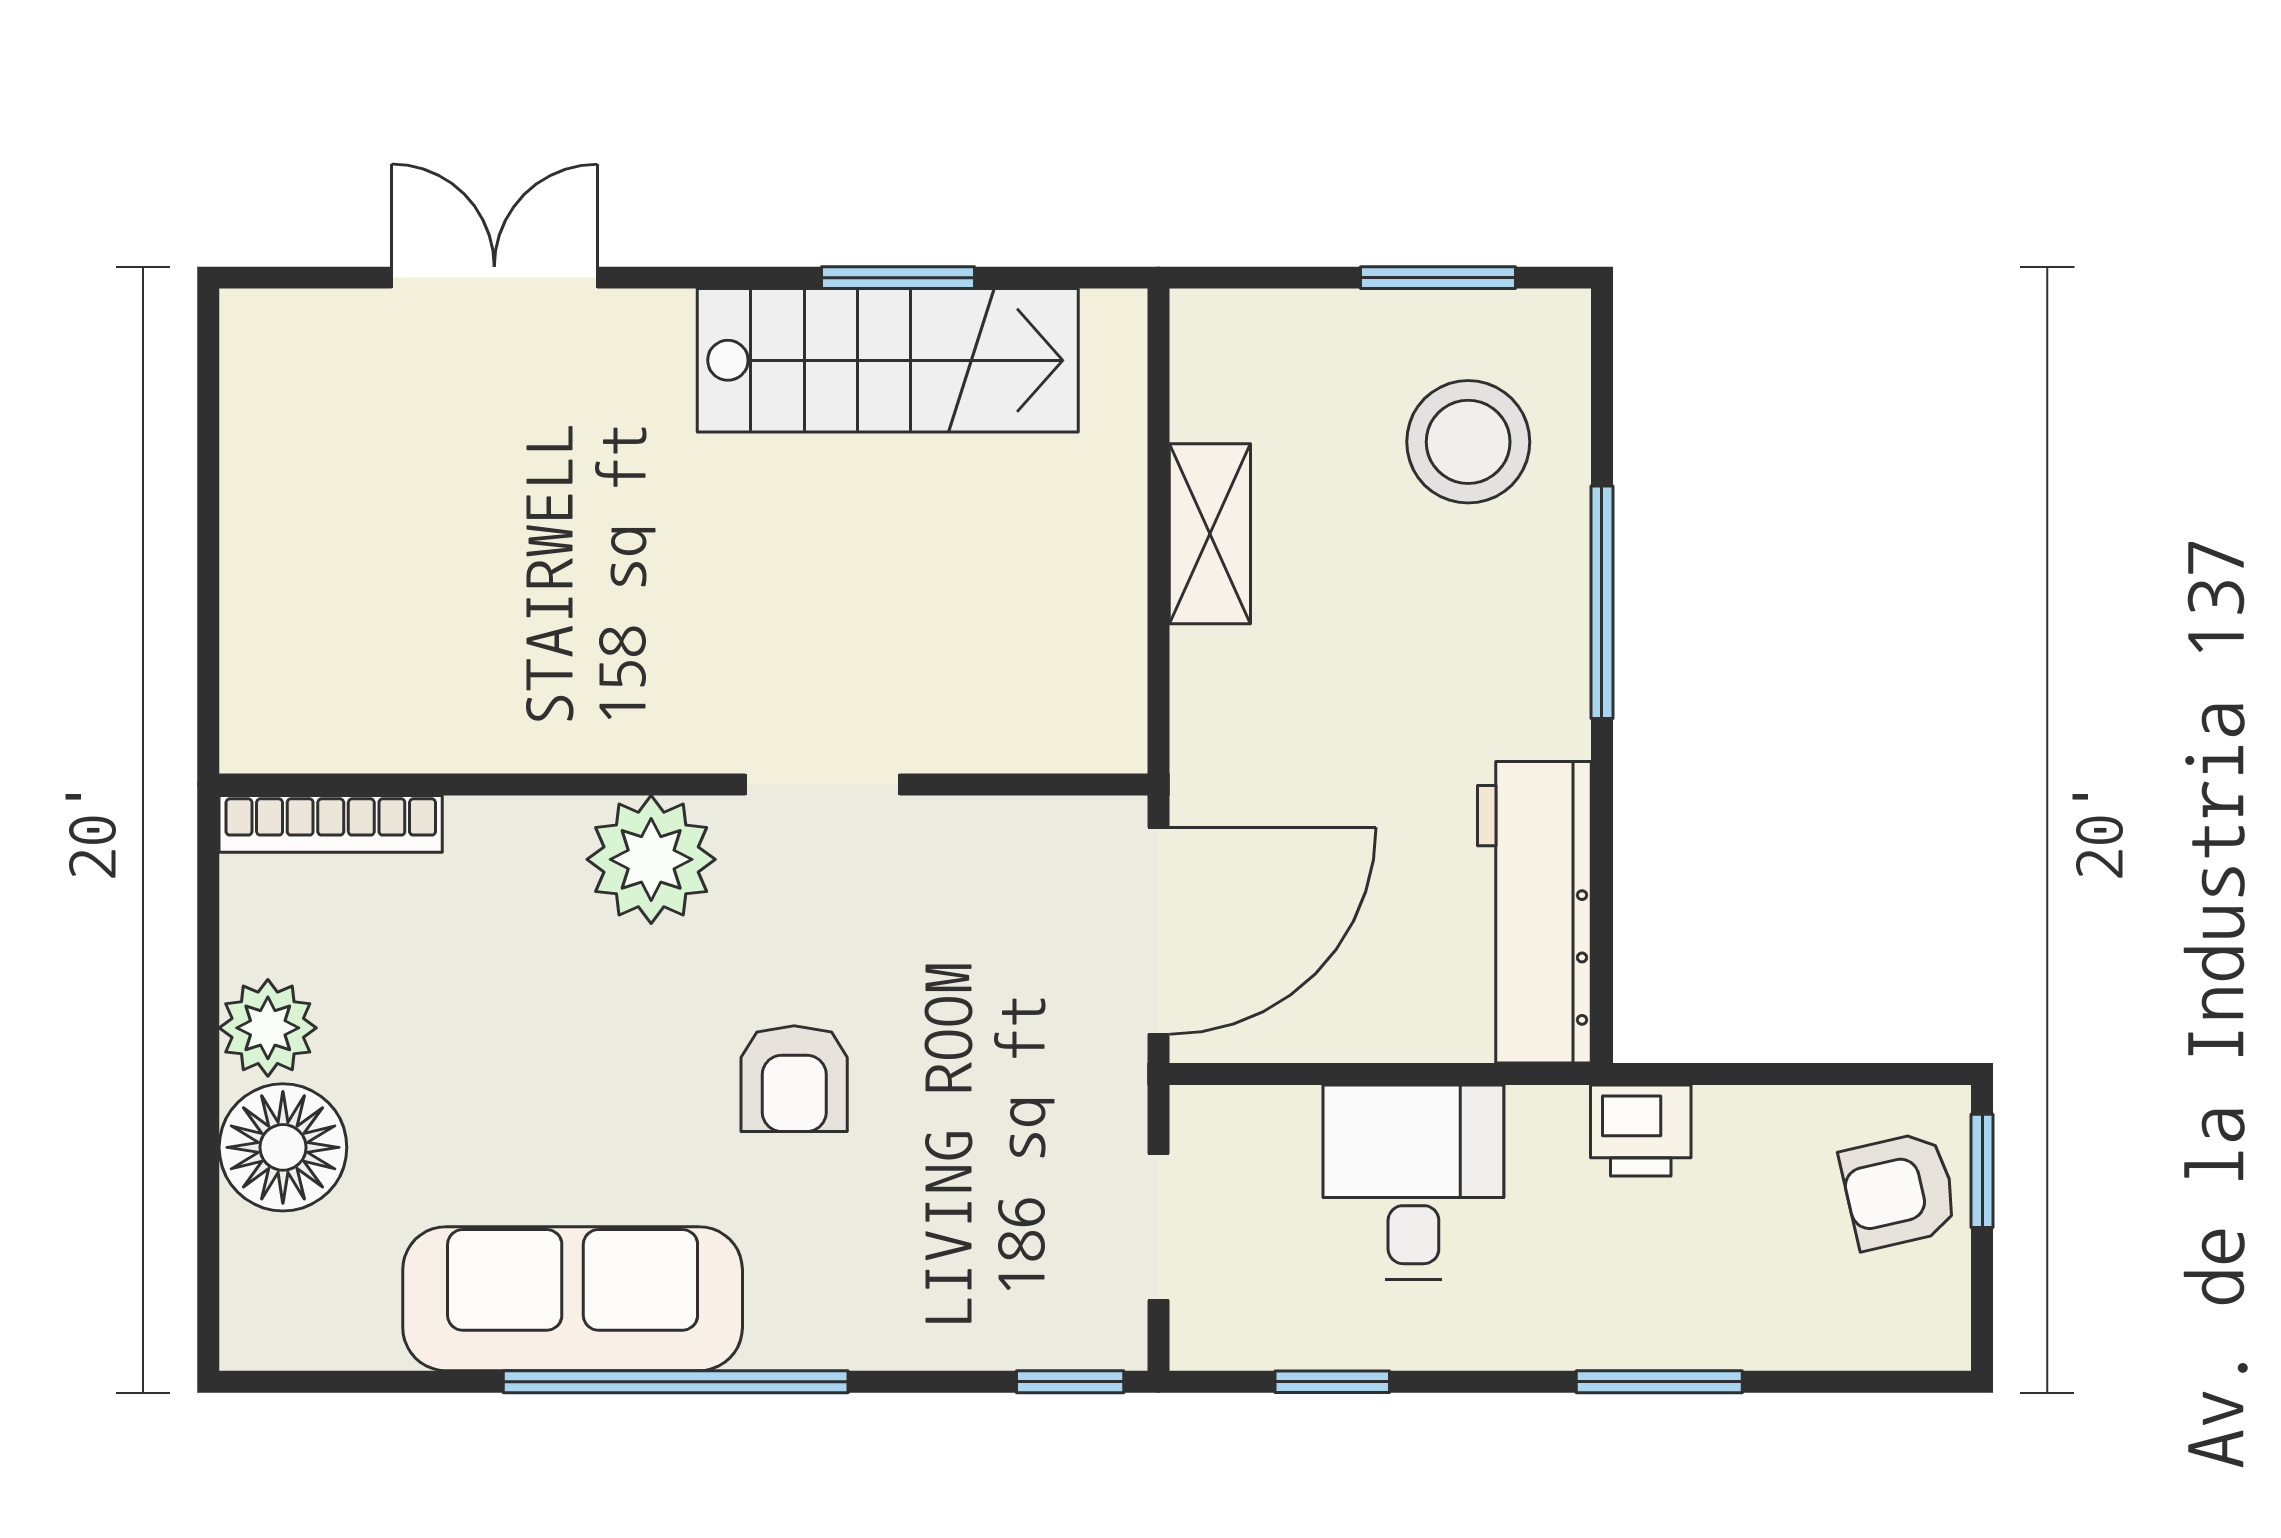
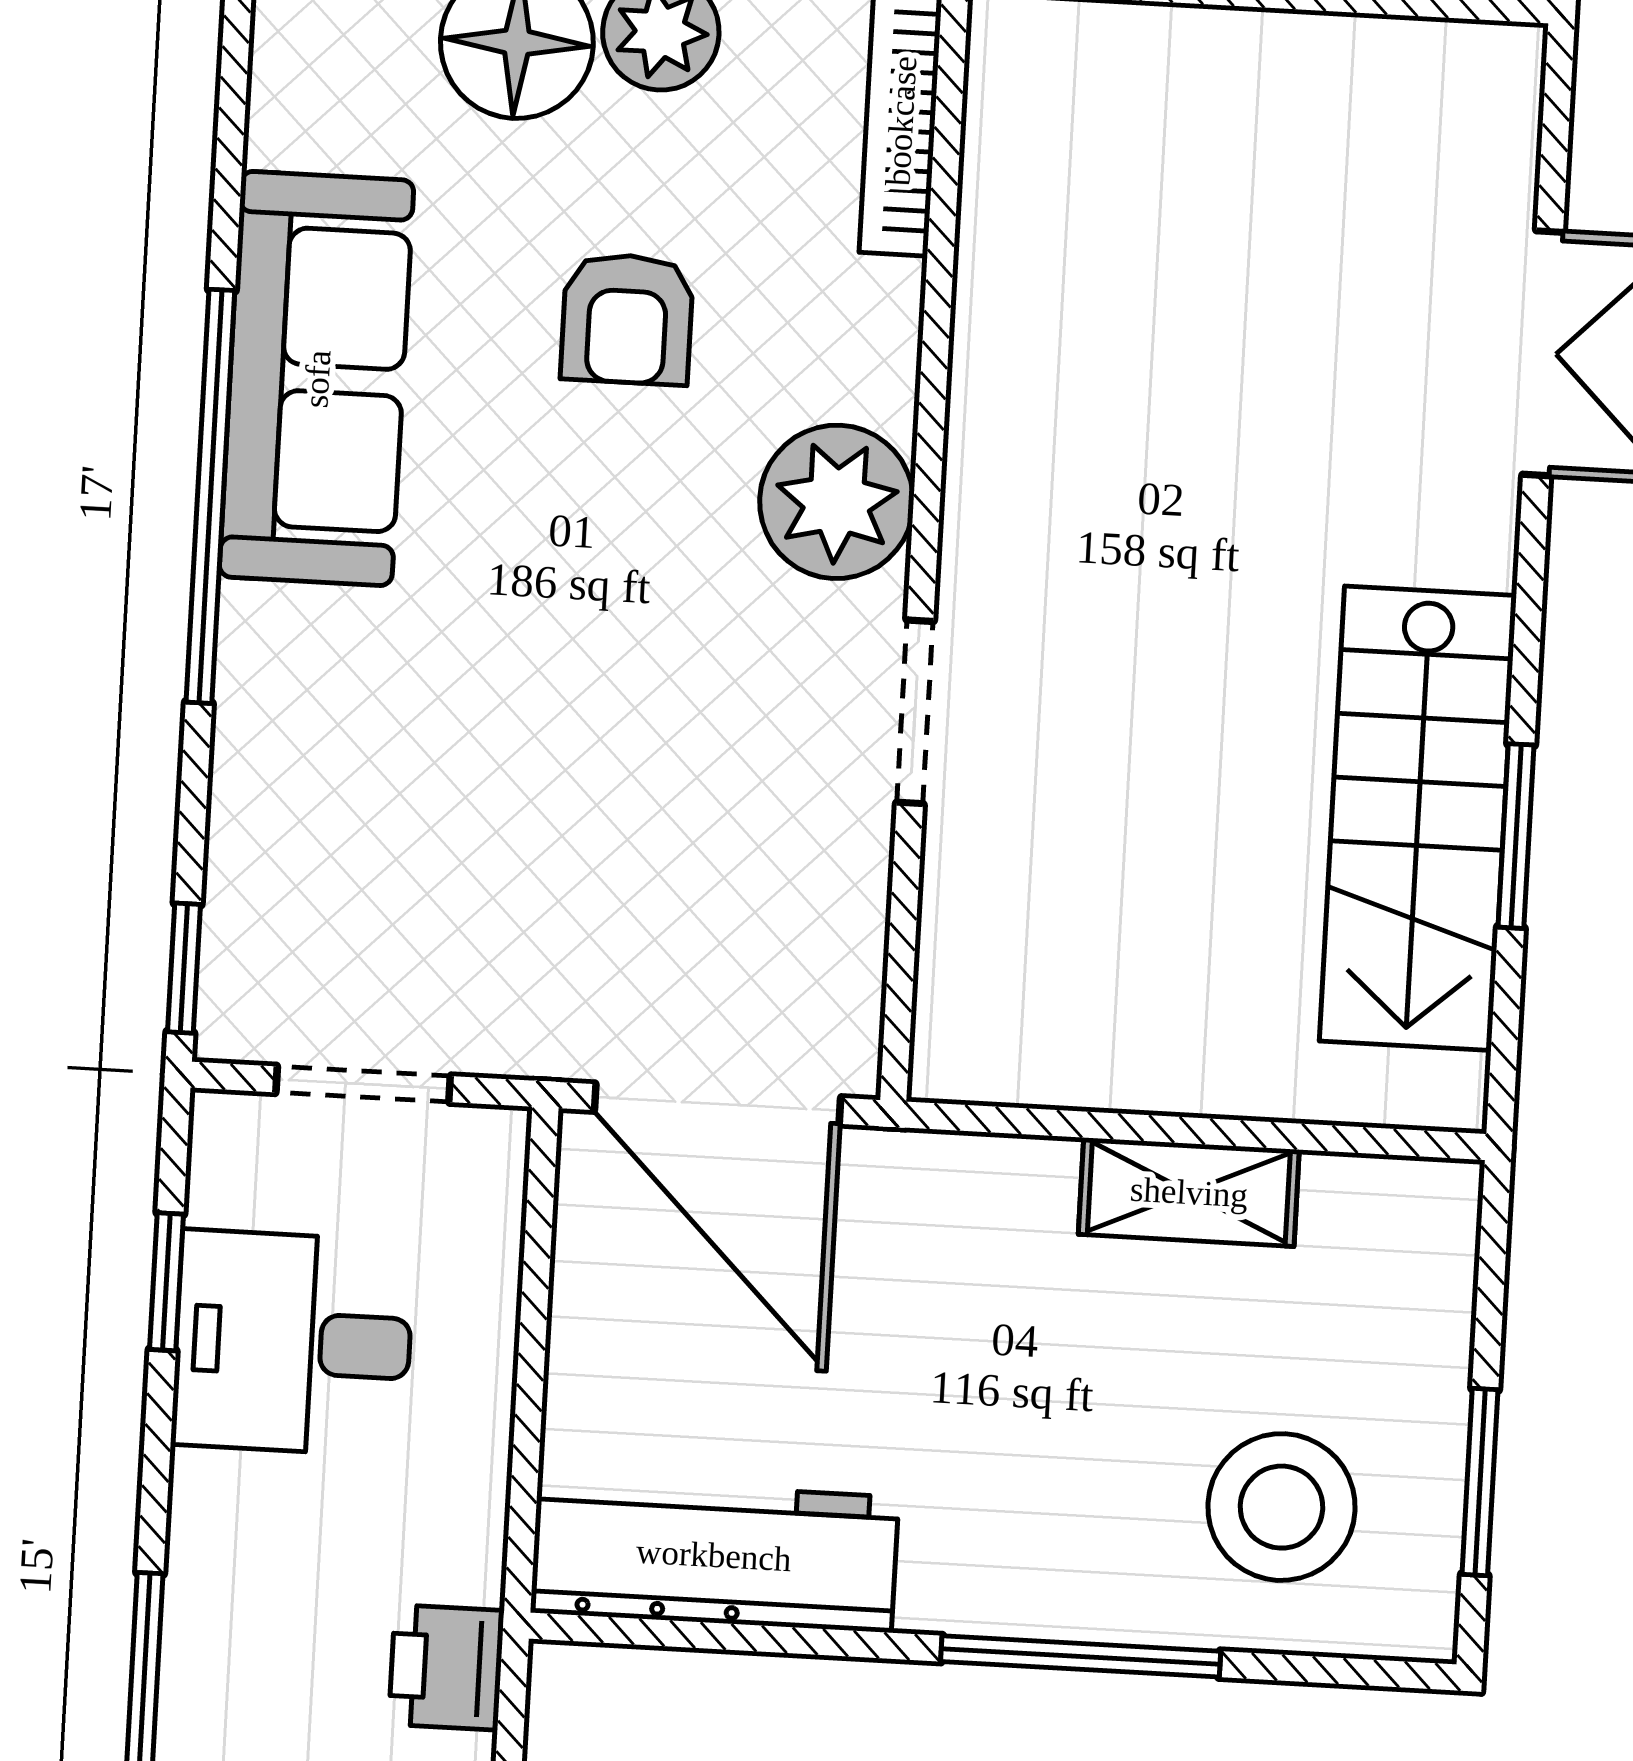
armchair: (794, 1079) -> (627, 319), moved, turned -90
desk: (1413, 1182) -> (293, 1343), moved, turned 180

